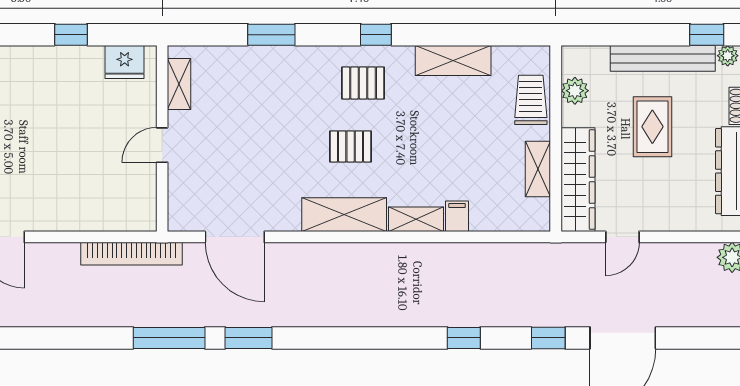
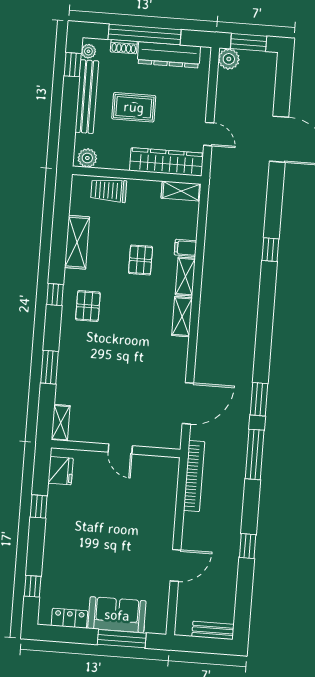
shelving: (179, 84) -> (61, 423), moved, turned 90
plant: (575, 91) -> (87, 158), moved
pallet: (351, 146) -> (141, 260), moved
shelving: (538, 169) -> (181, 191), moved
shelving: (344, 215) -> (182, 317), width x0.67, depth x0.75
window: (548, 338) -> (248, 546), moved

